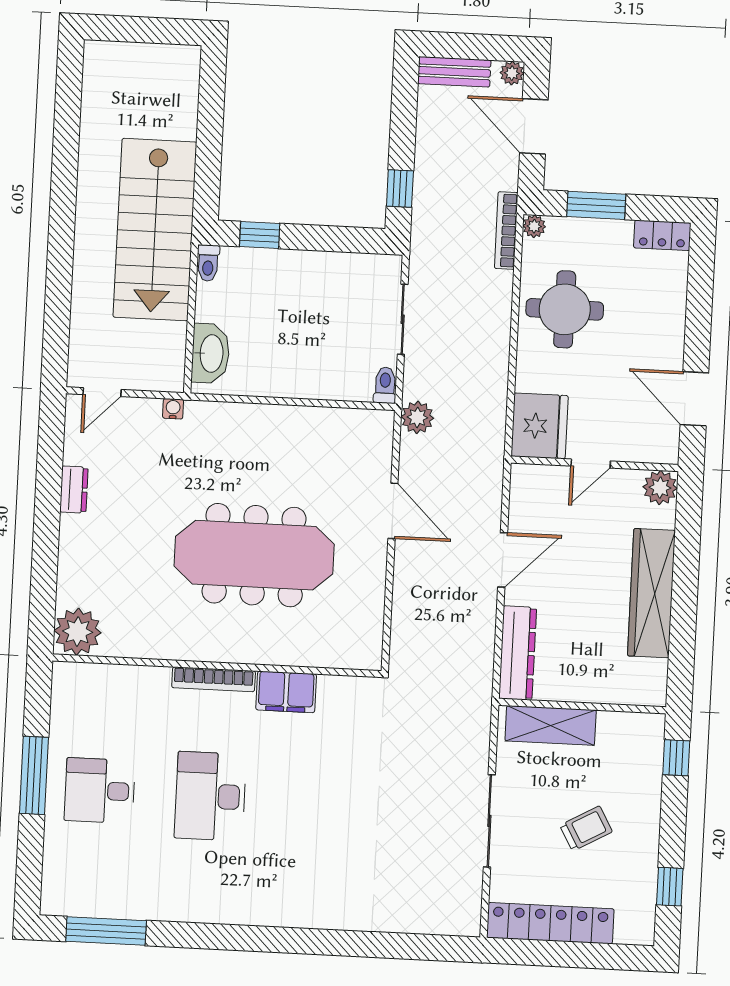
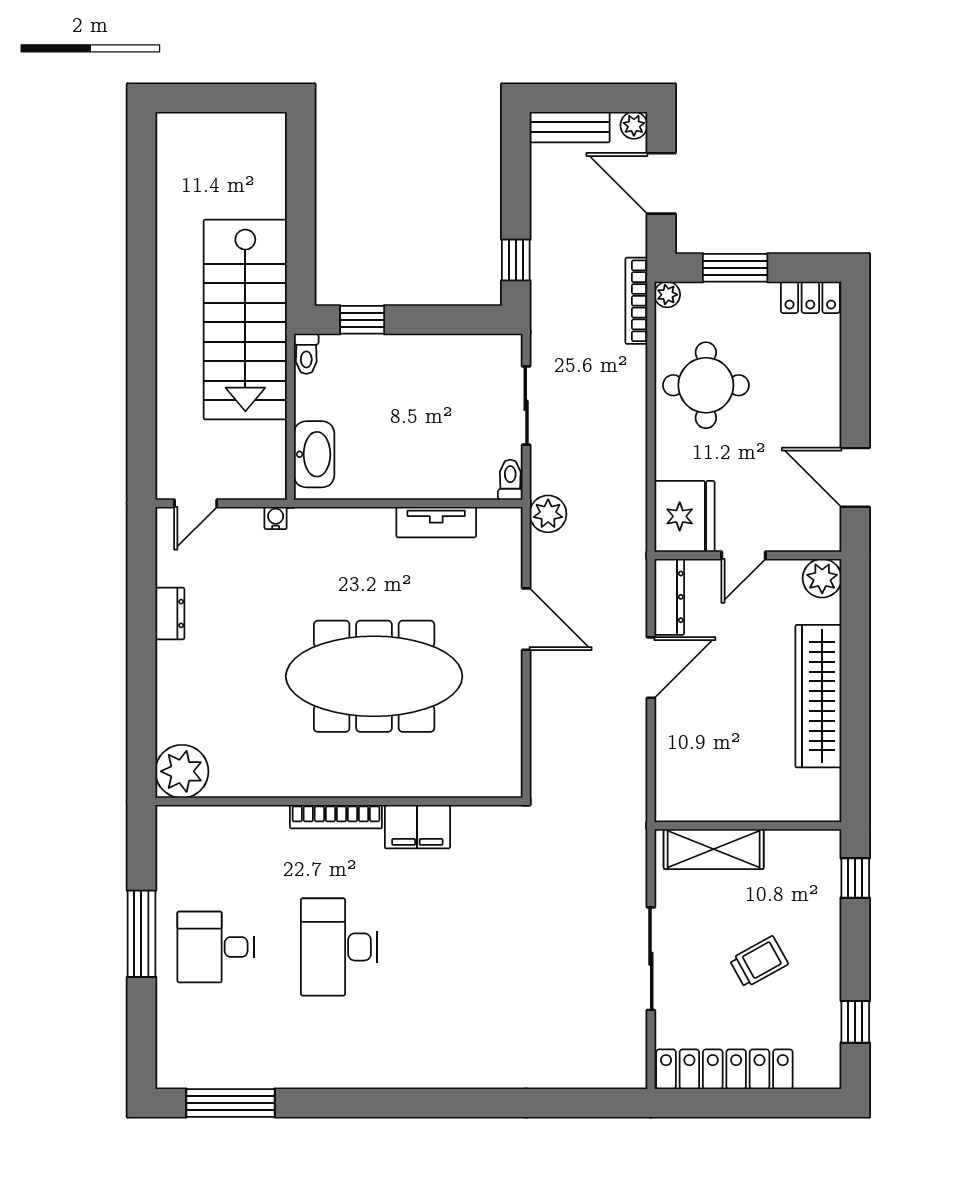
tv unit: (317, 420) -> (436, 522), added
dresser: (518, 653) -> (669, 597), moved, width x0.73, depth x0.80

